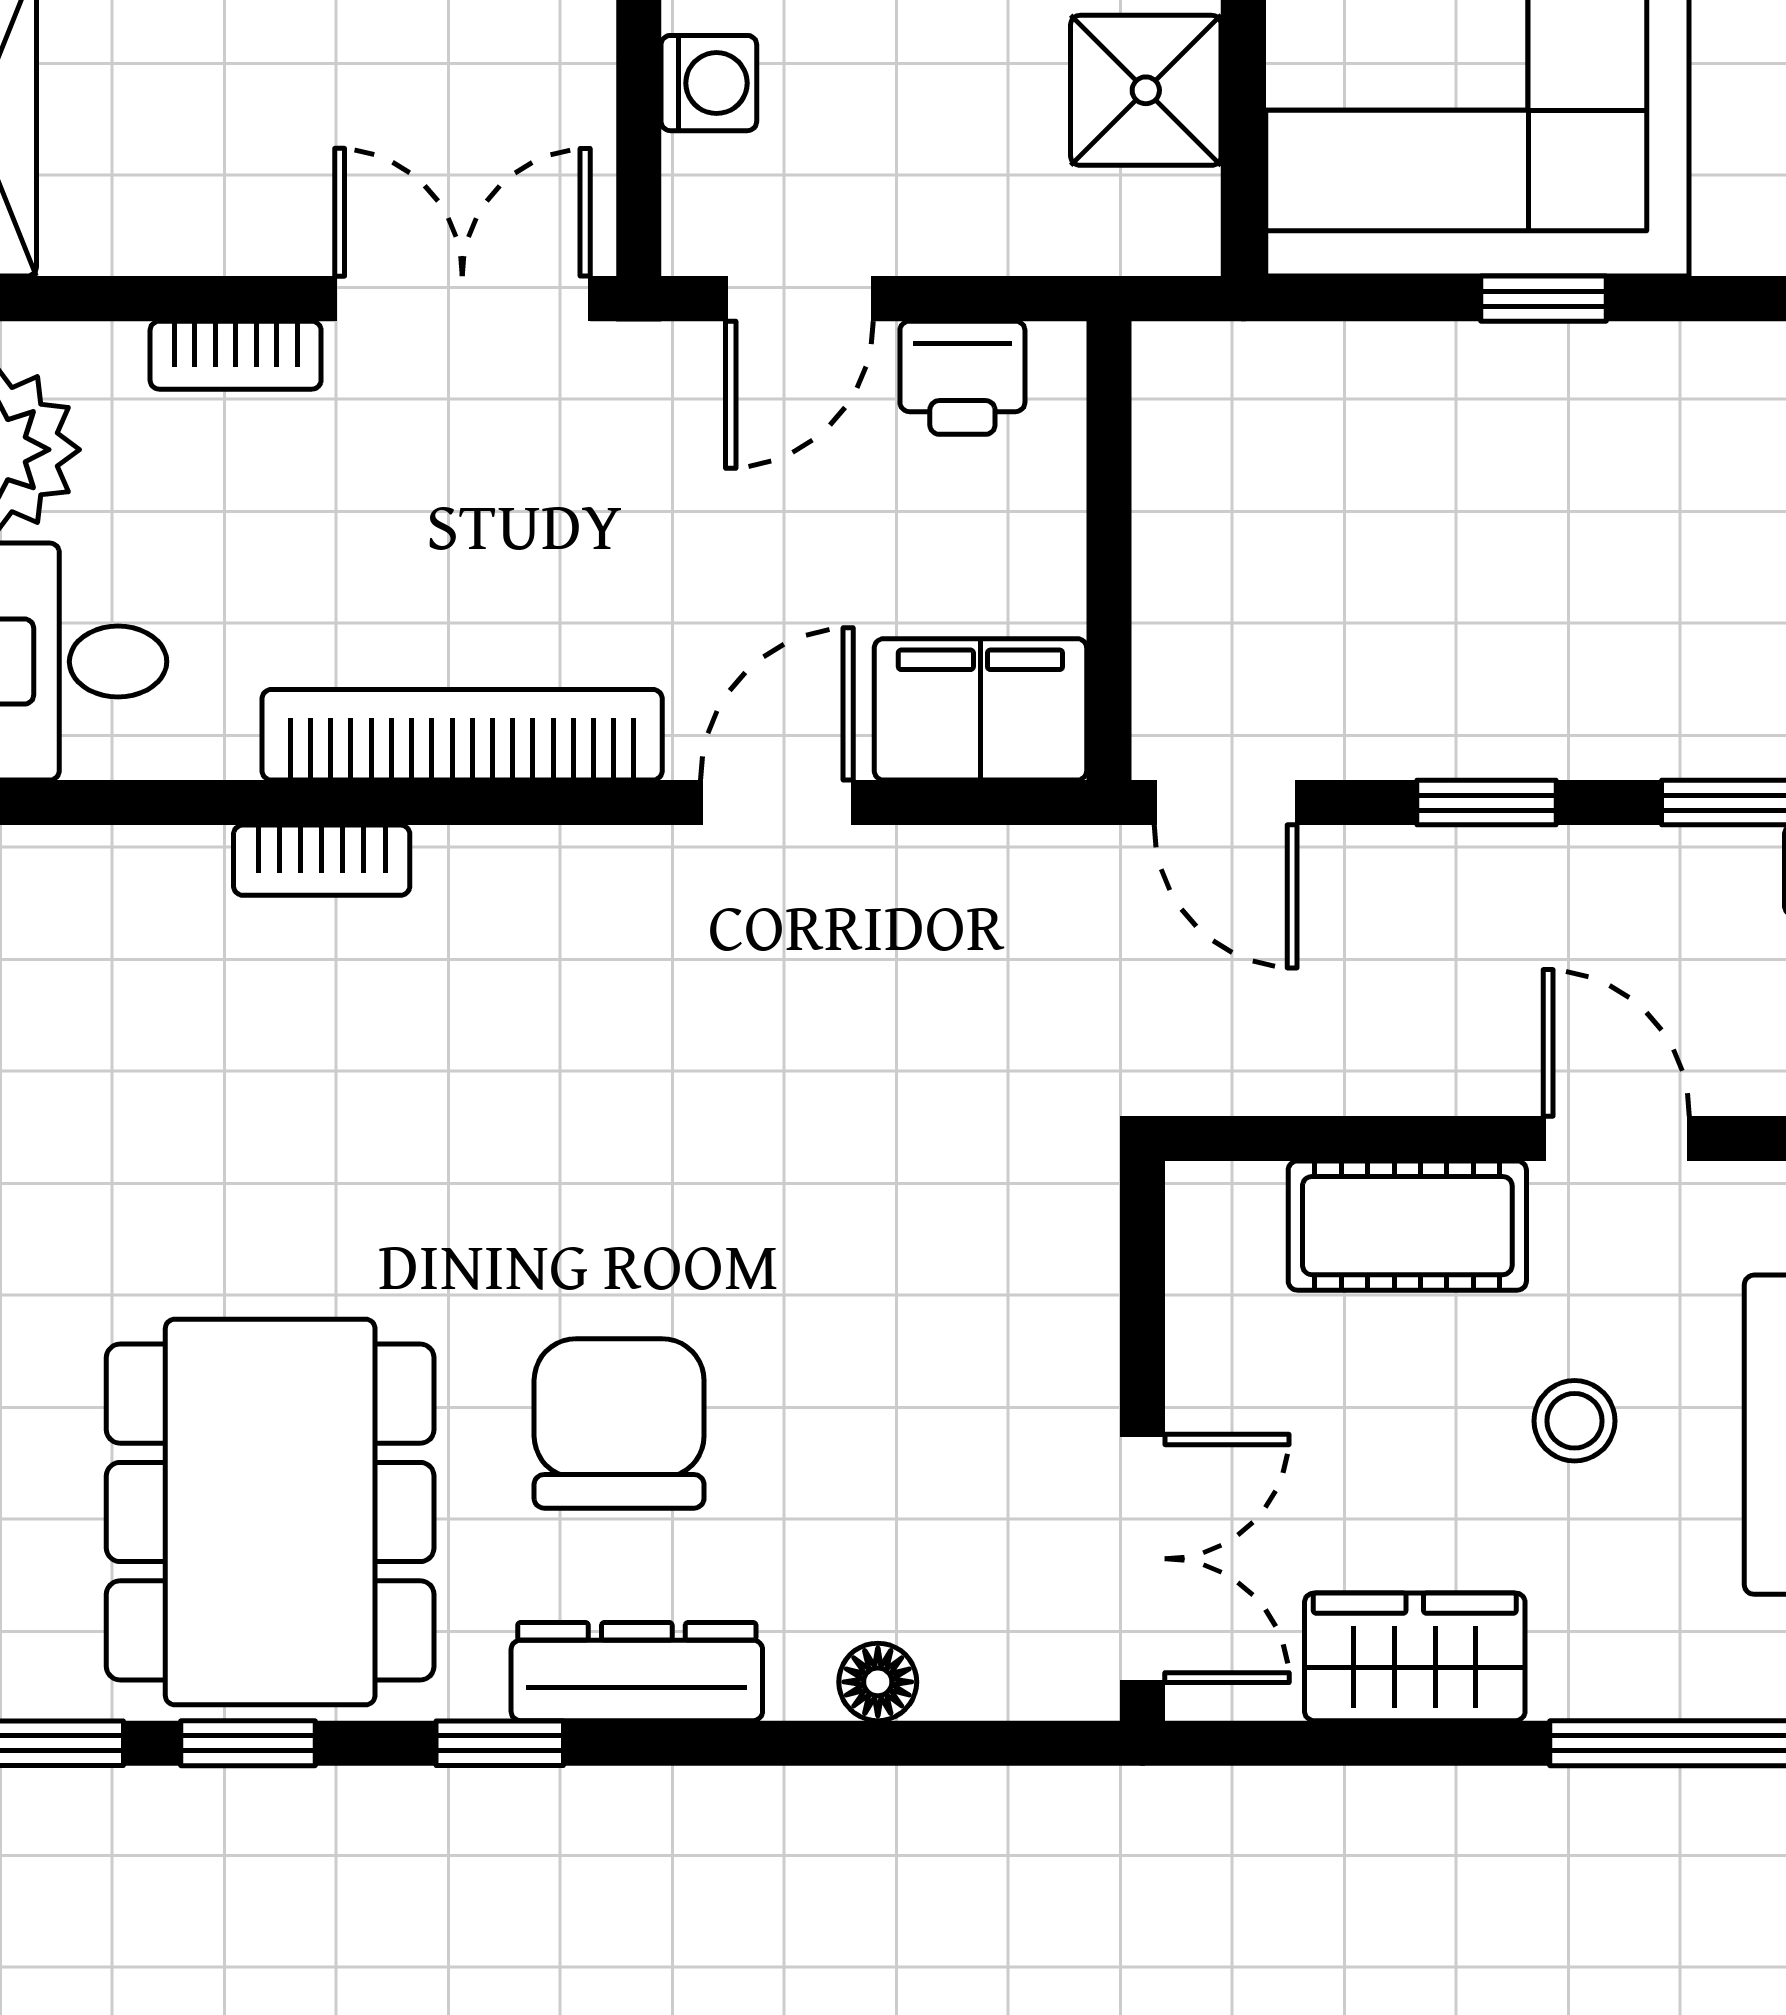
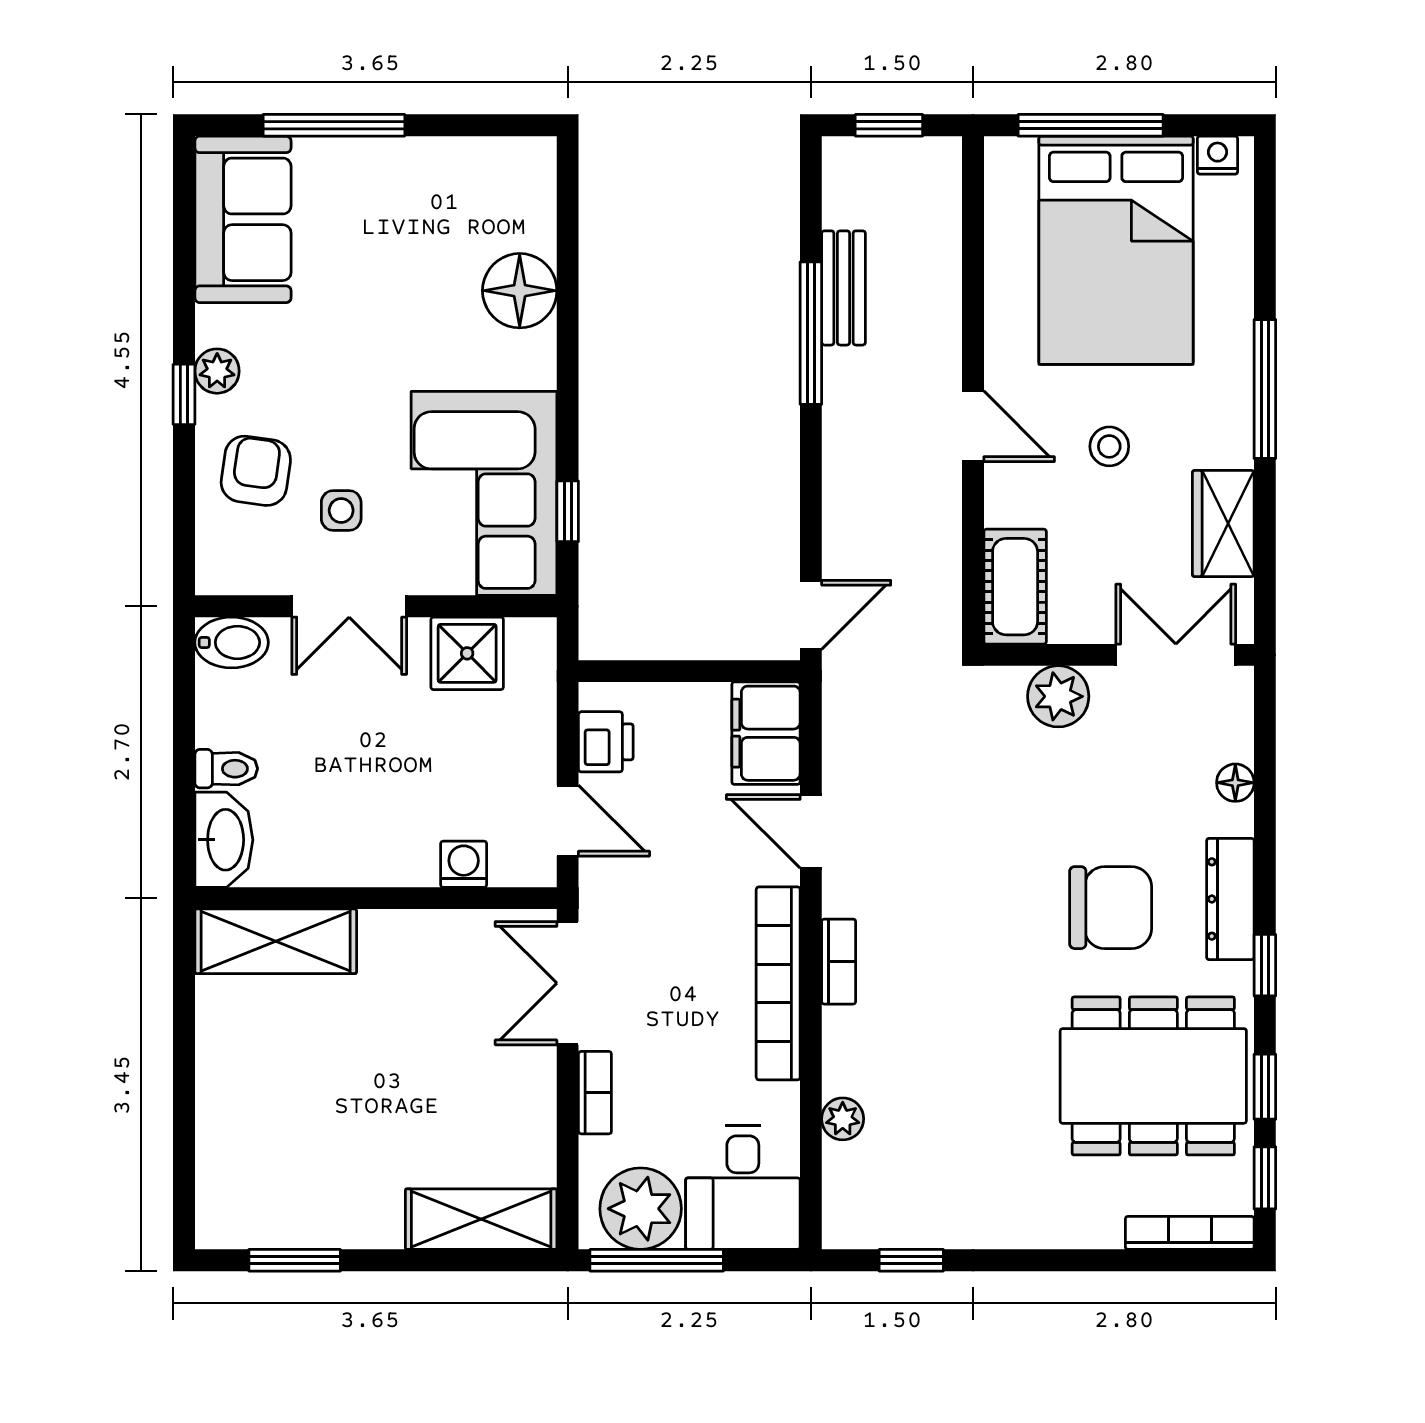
window: (1544, 299) -> (568, 511), moved
window: (1487, 803) -> (811, 489), removed
bookcase: (322, 860) -> (839, 962), moved
plant: (181, 868) -> (843, 1119), added
door: (1616, 1138) -> (973, 426), swing flipped
cot: (1407, 1226) -> (1015, 587), moved
plant: (1057, 1315) -> (1058, 696), added
chair: (619, 1423) -> (1111, 908), turned 180

